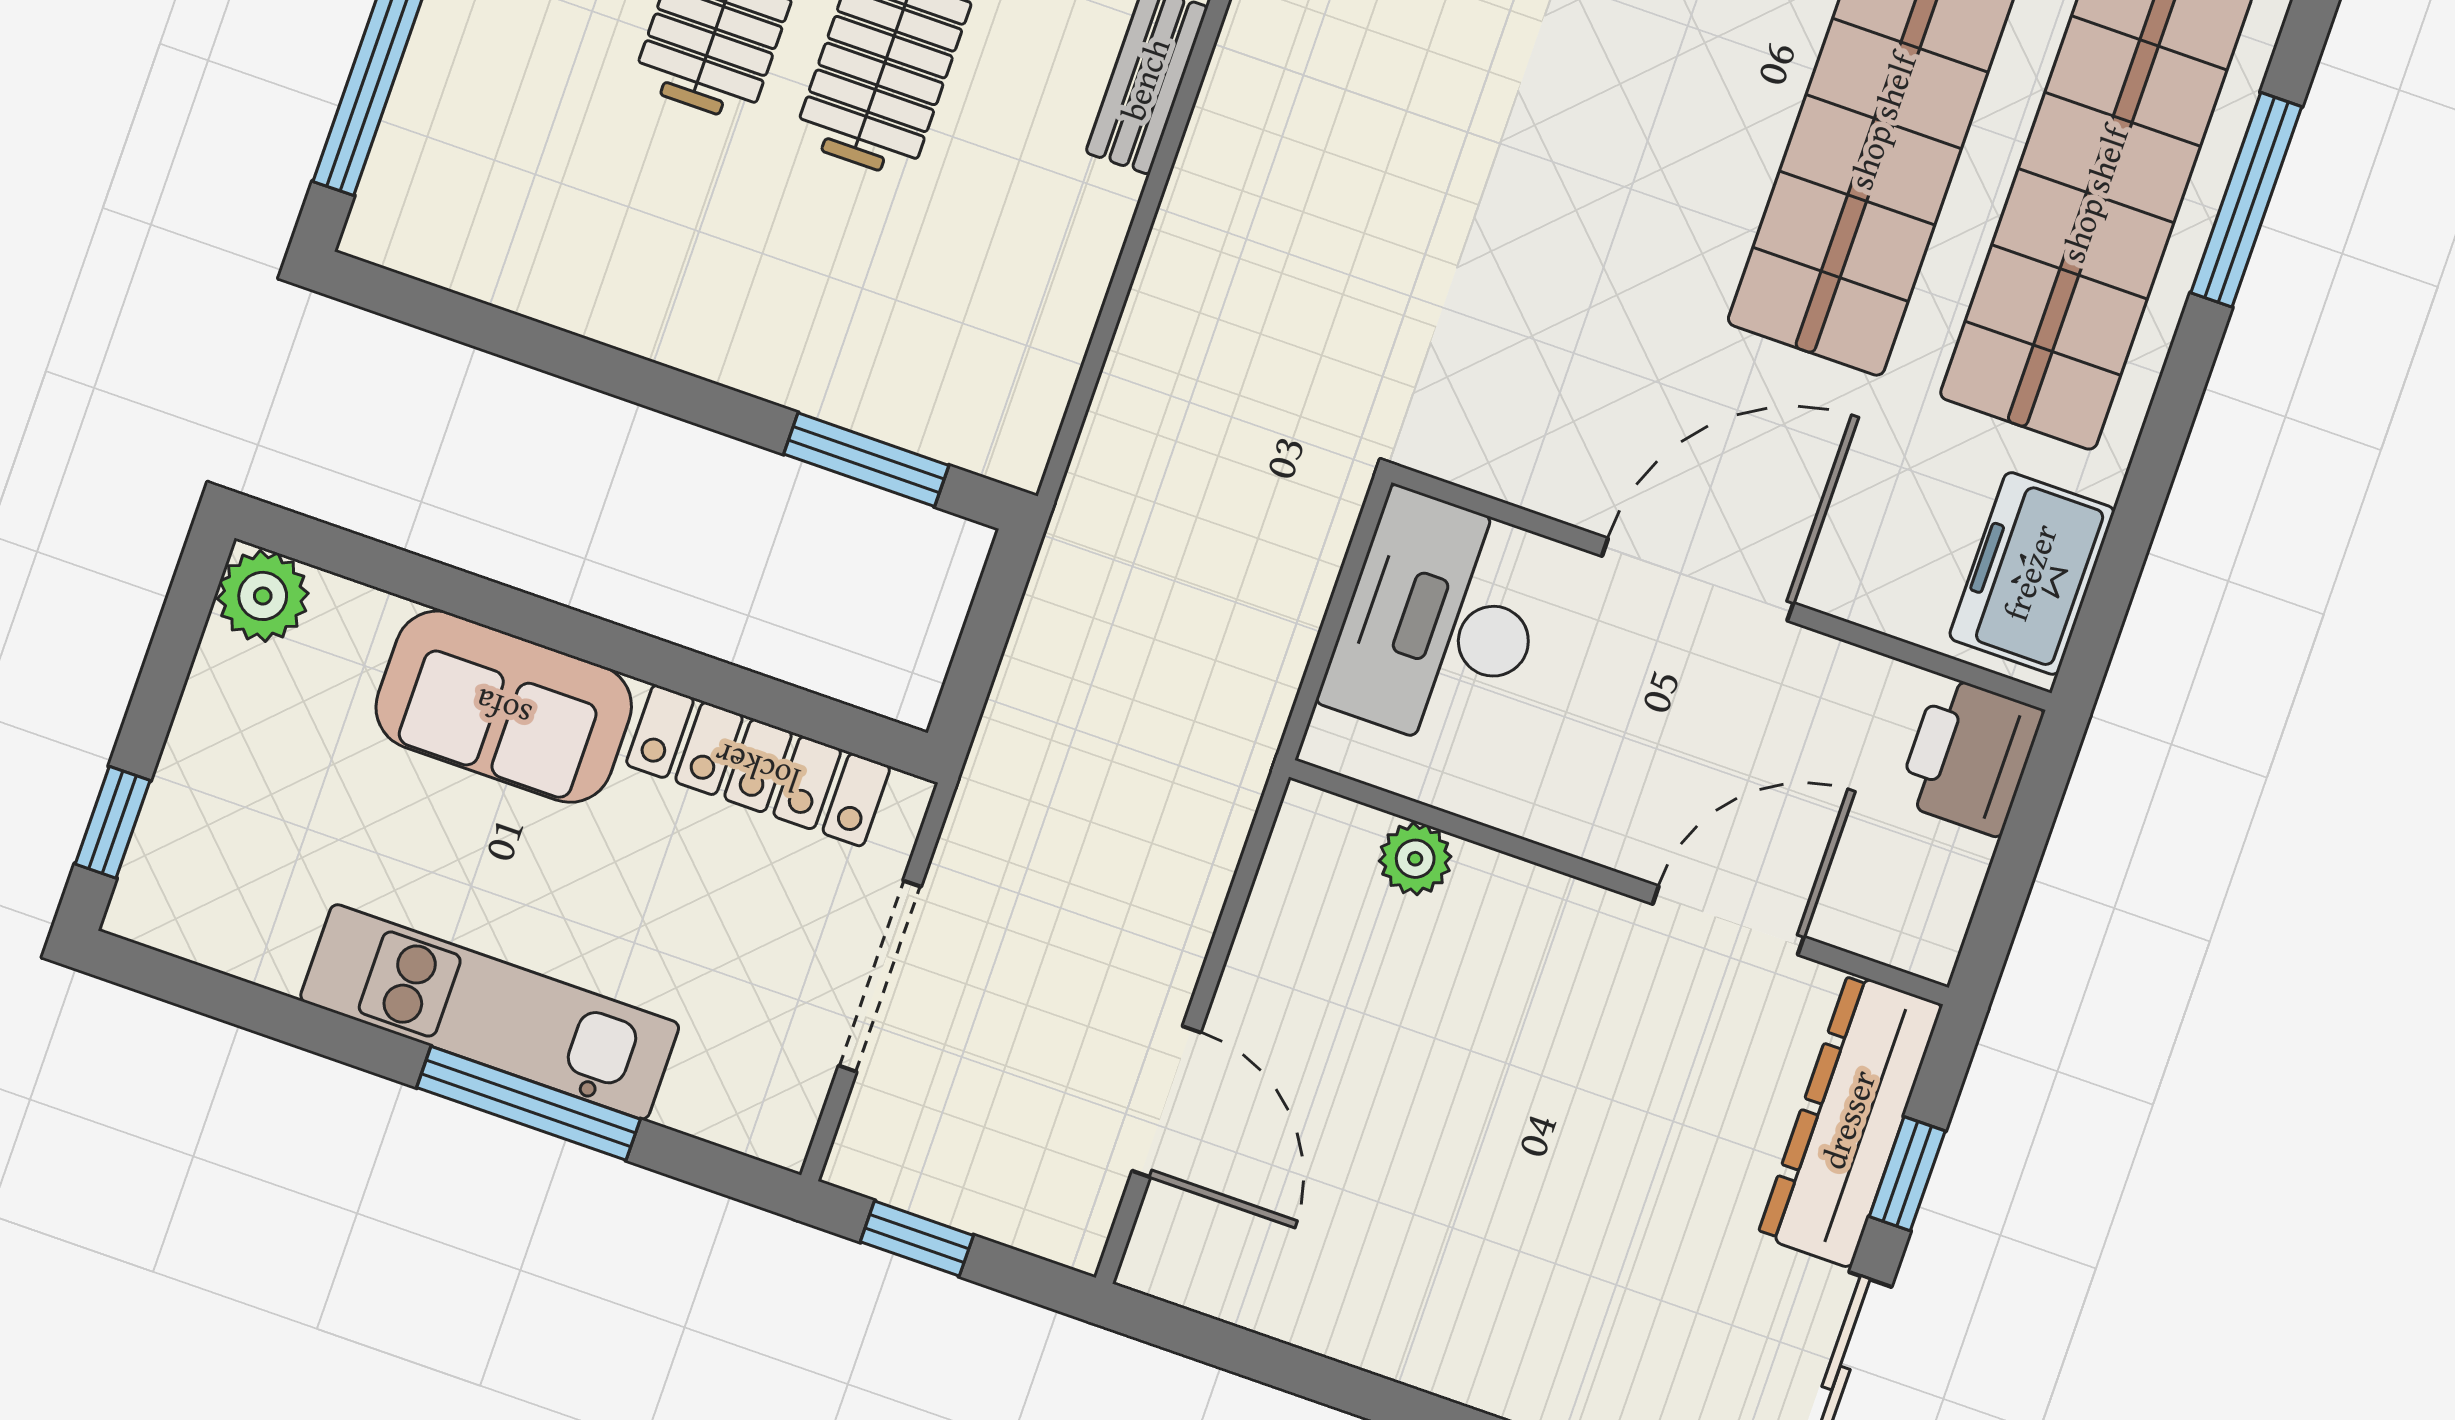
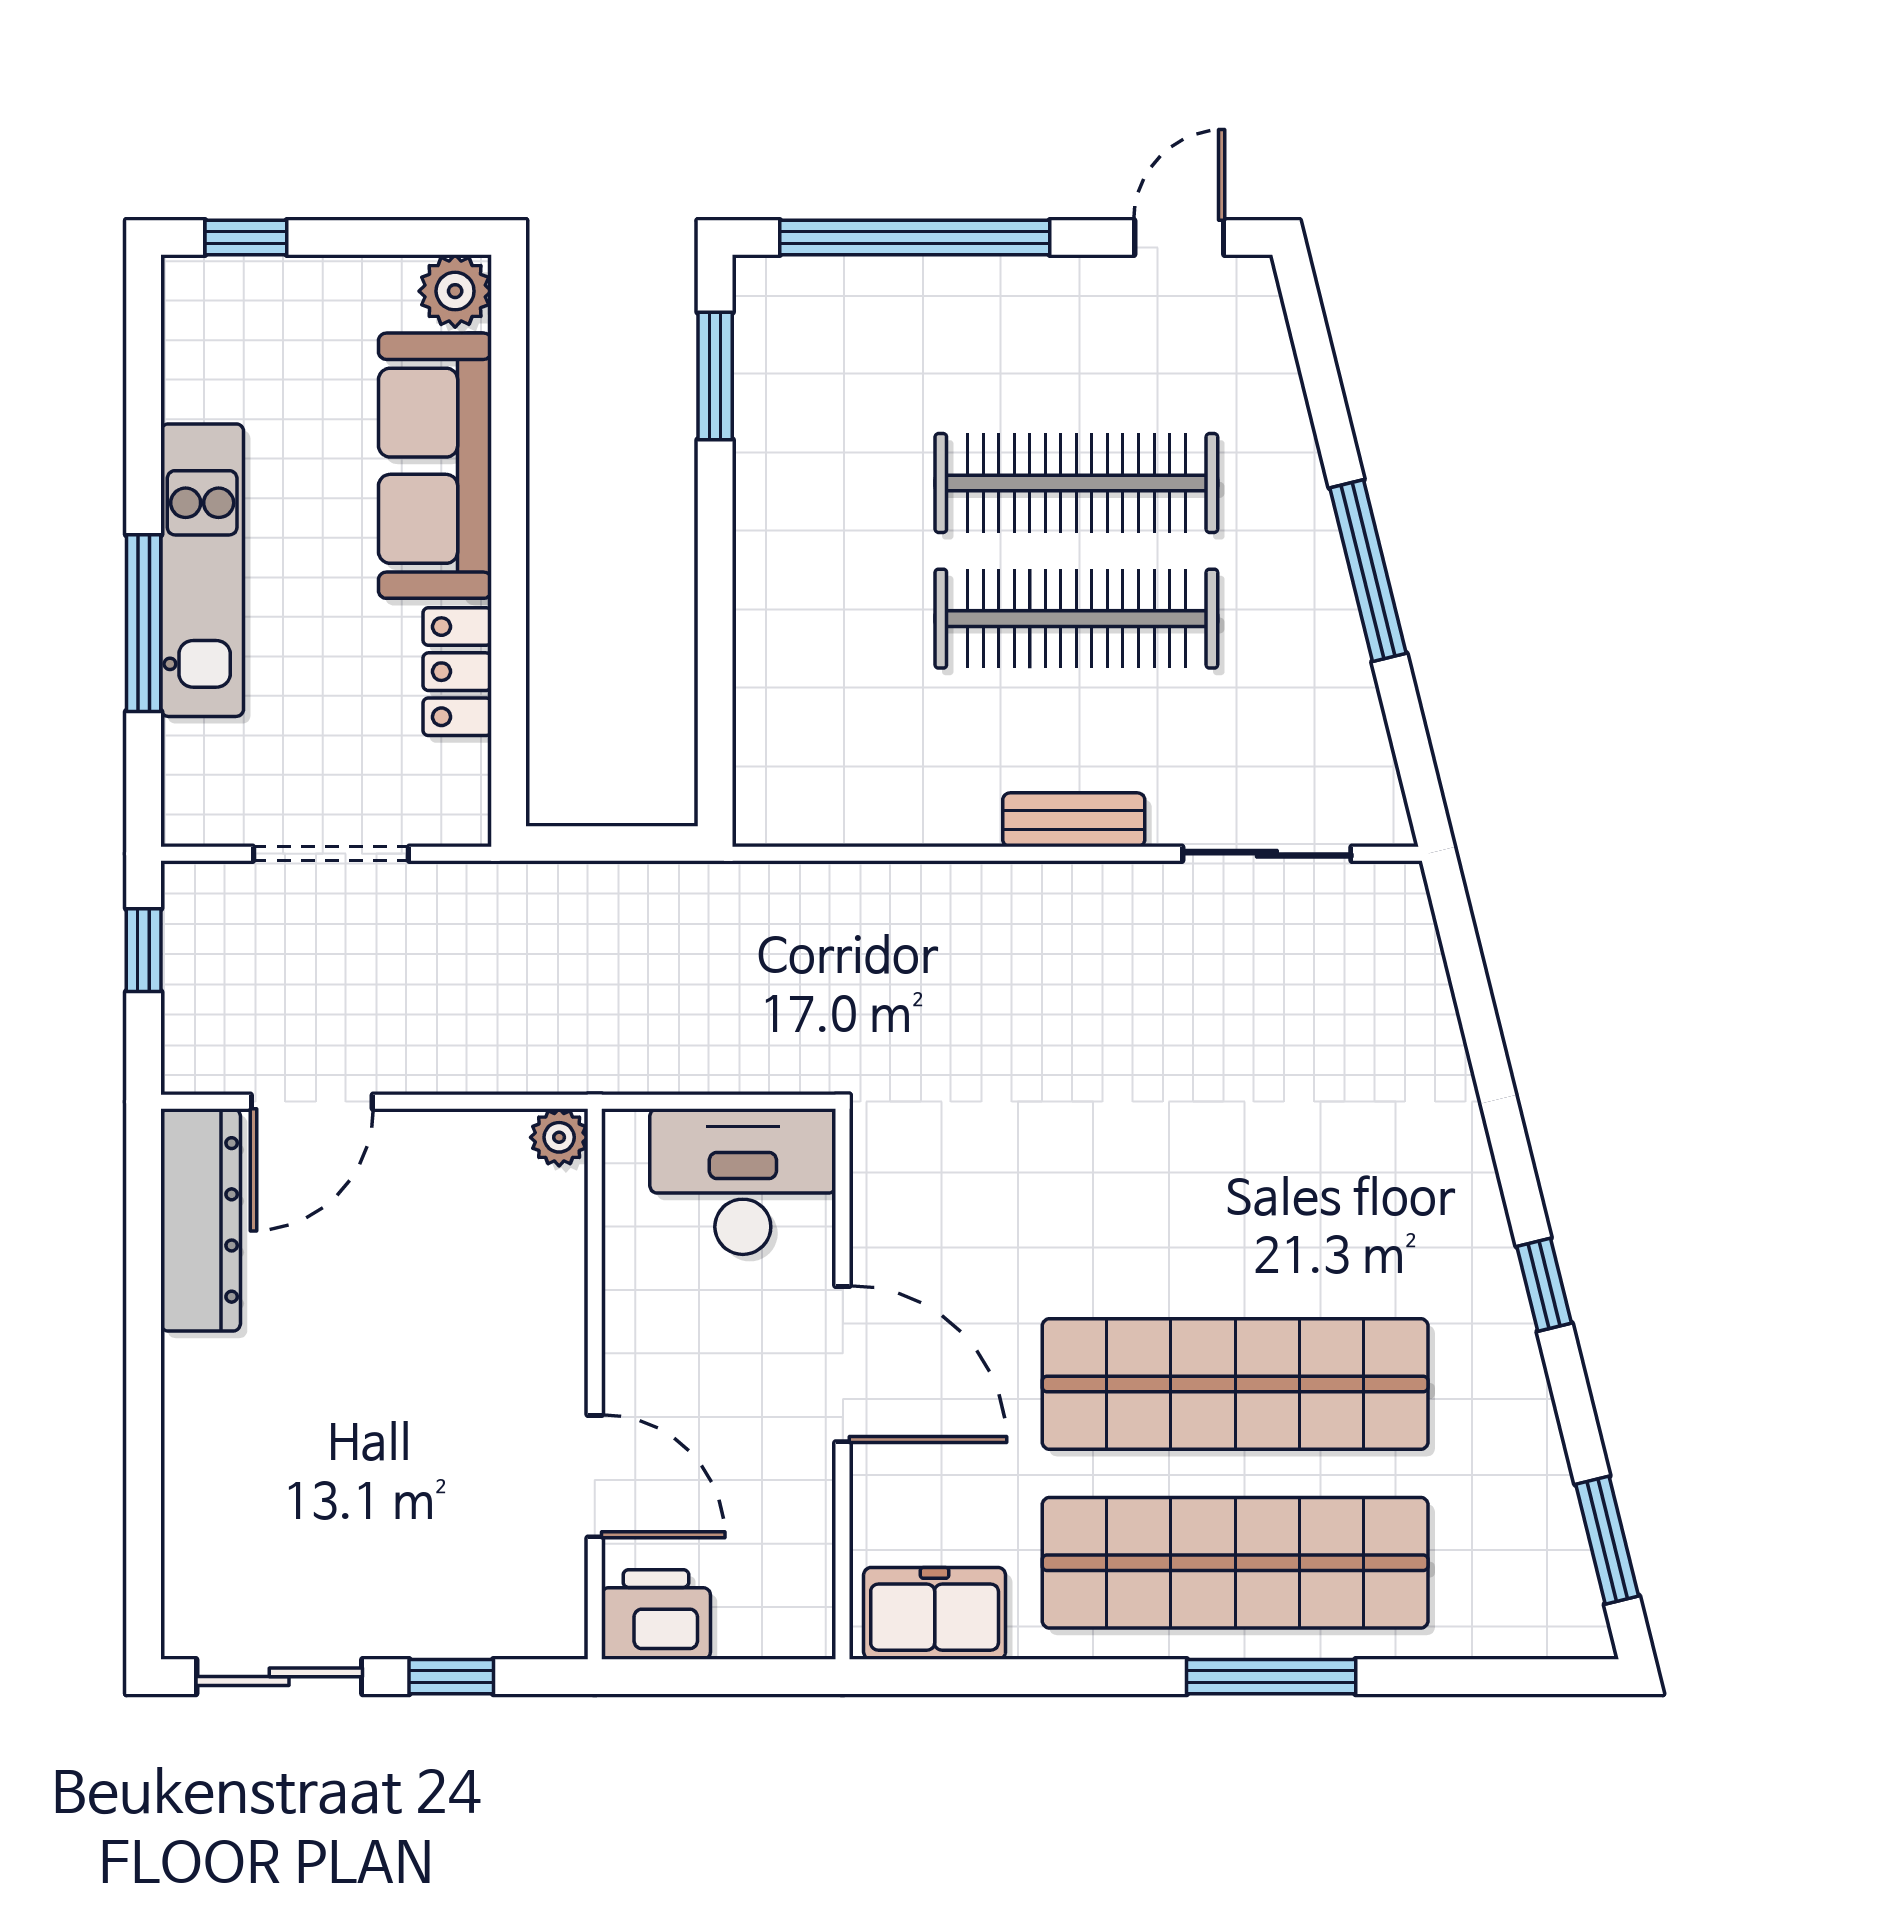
window: (866, 460) -> (715, 376), moved
sofa: (504, 707) -> (435, 466), width x1.36
printer: (1970, 756) -> (656, 1615), moved
locker: (758, 766) -> (457, 672), width x0.66
plant: (1415, 859) -> (559, 1137), moved
dresser: (1850, 1120) -> (201, 1220), moved, turned 90

